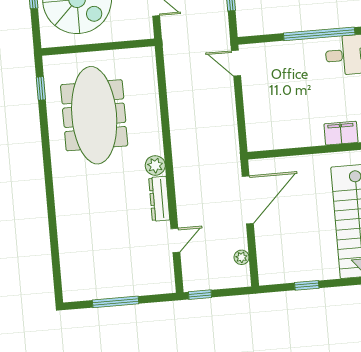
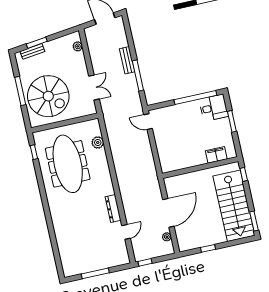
plant: (155, 165) -> (98, 142), moved
door: (248, 200) -> (168, 213), moved

